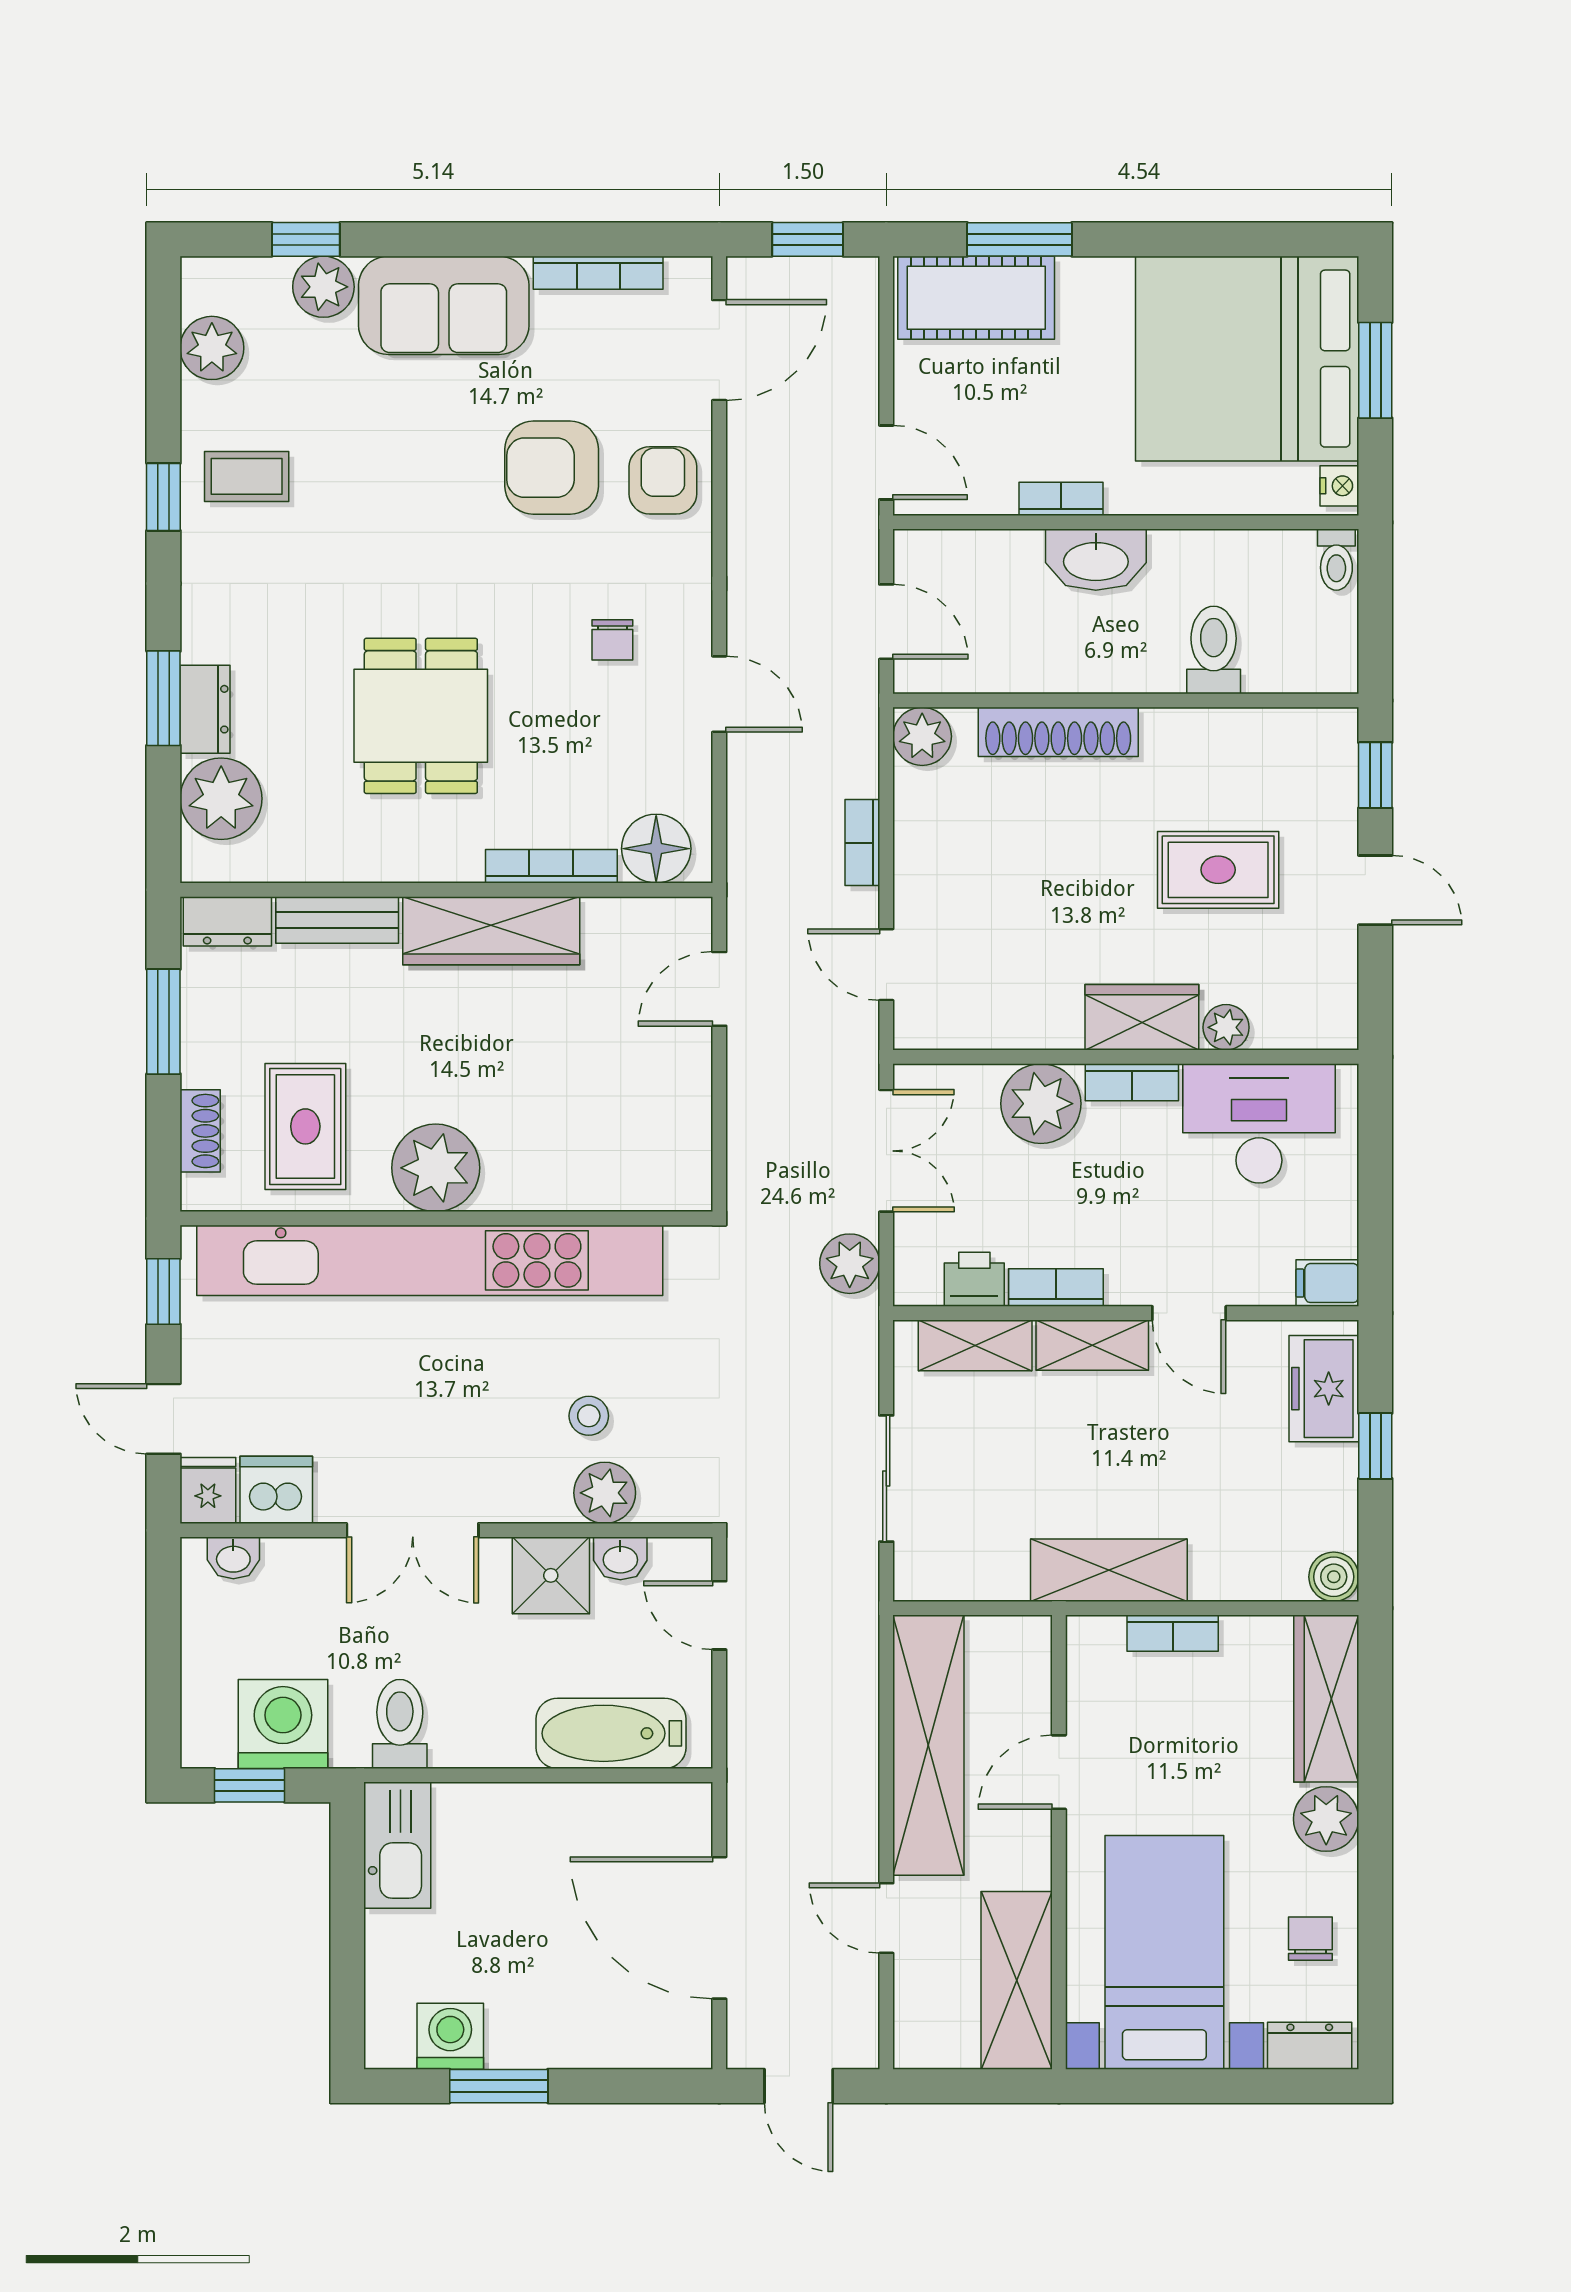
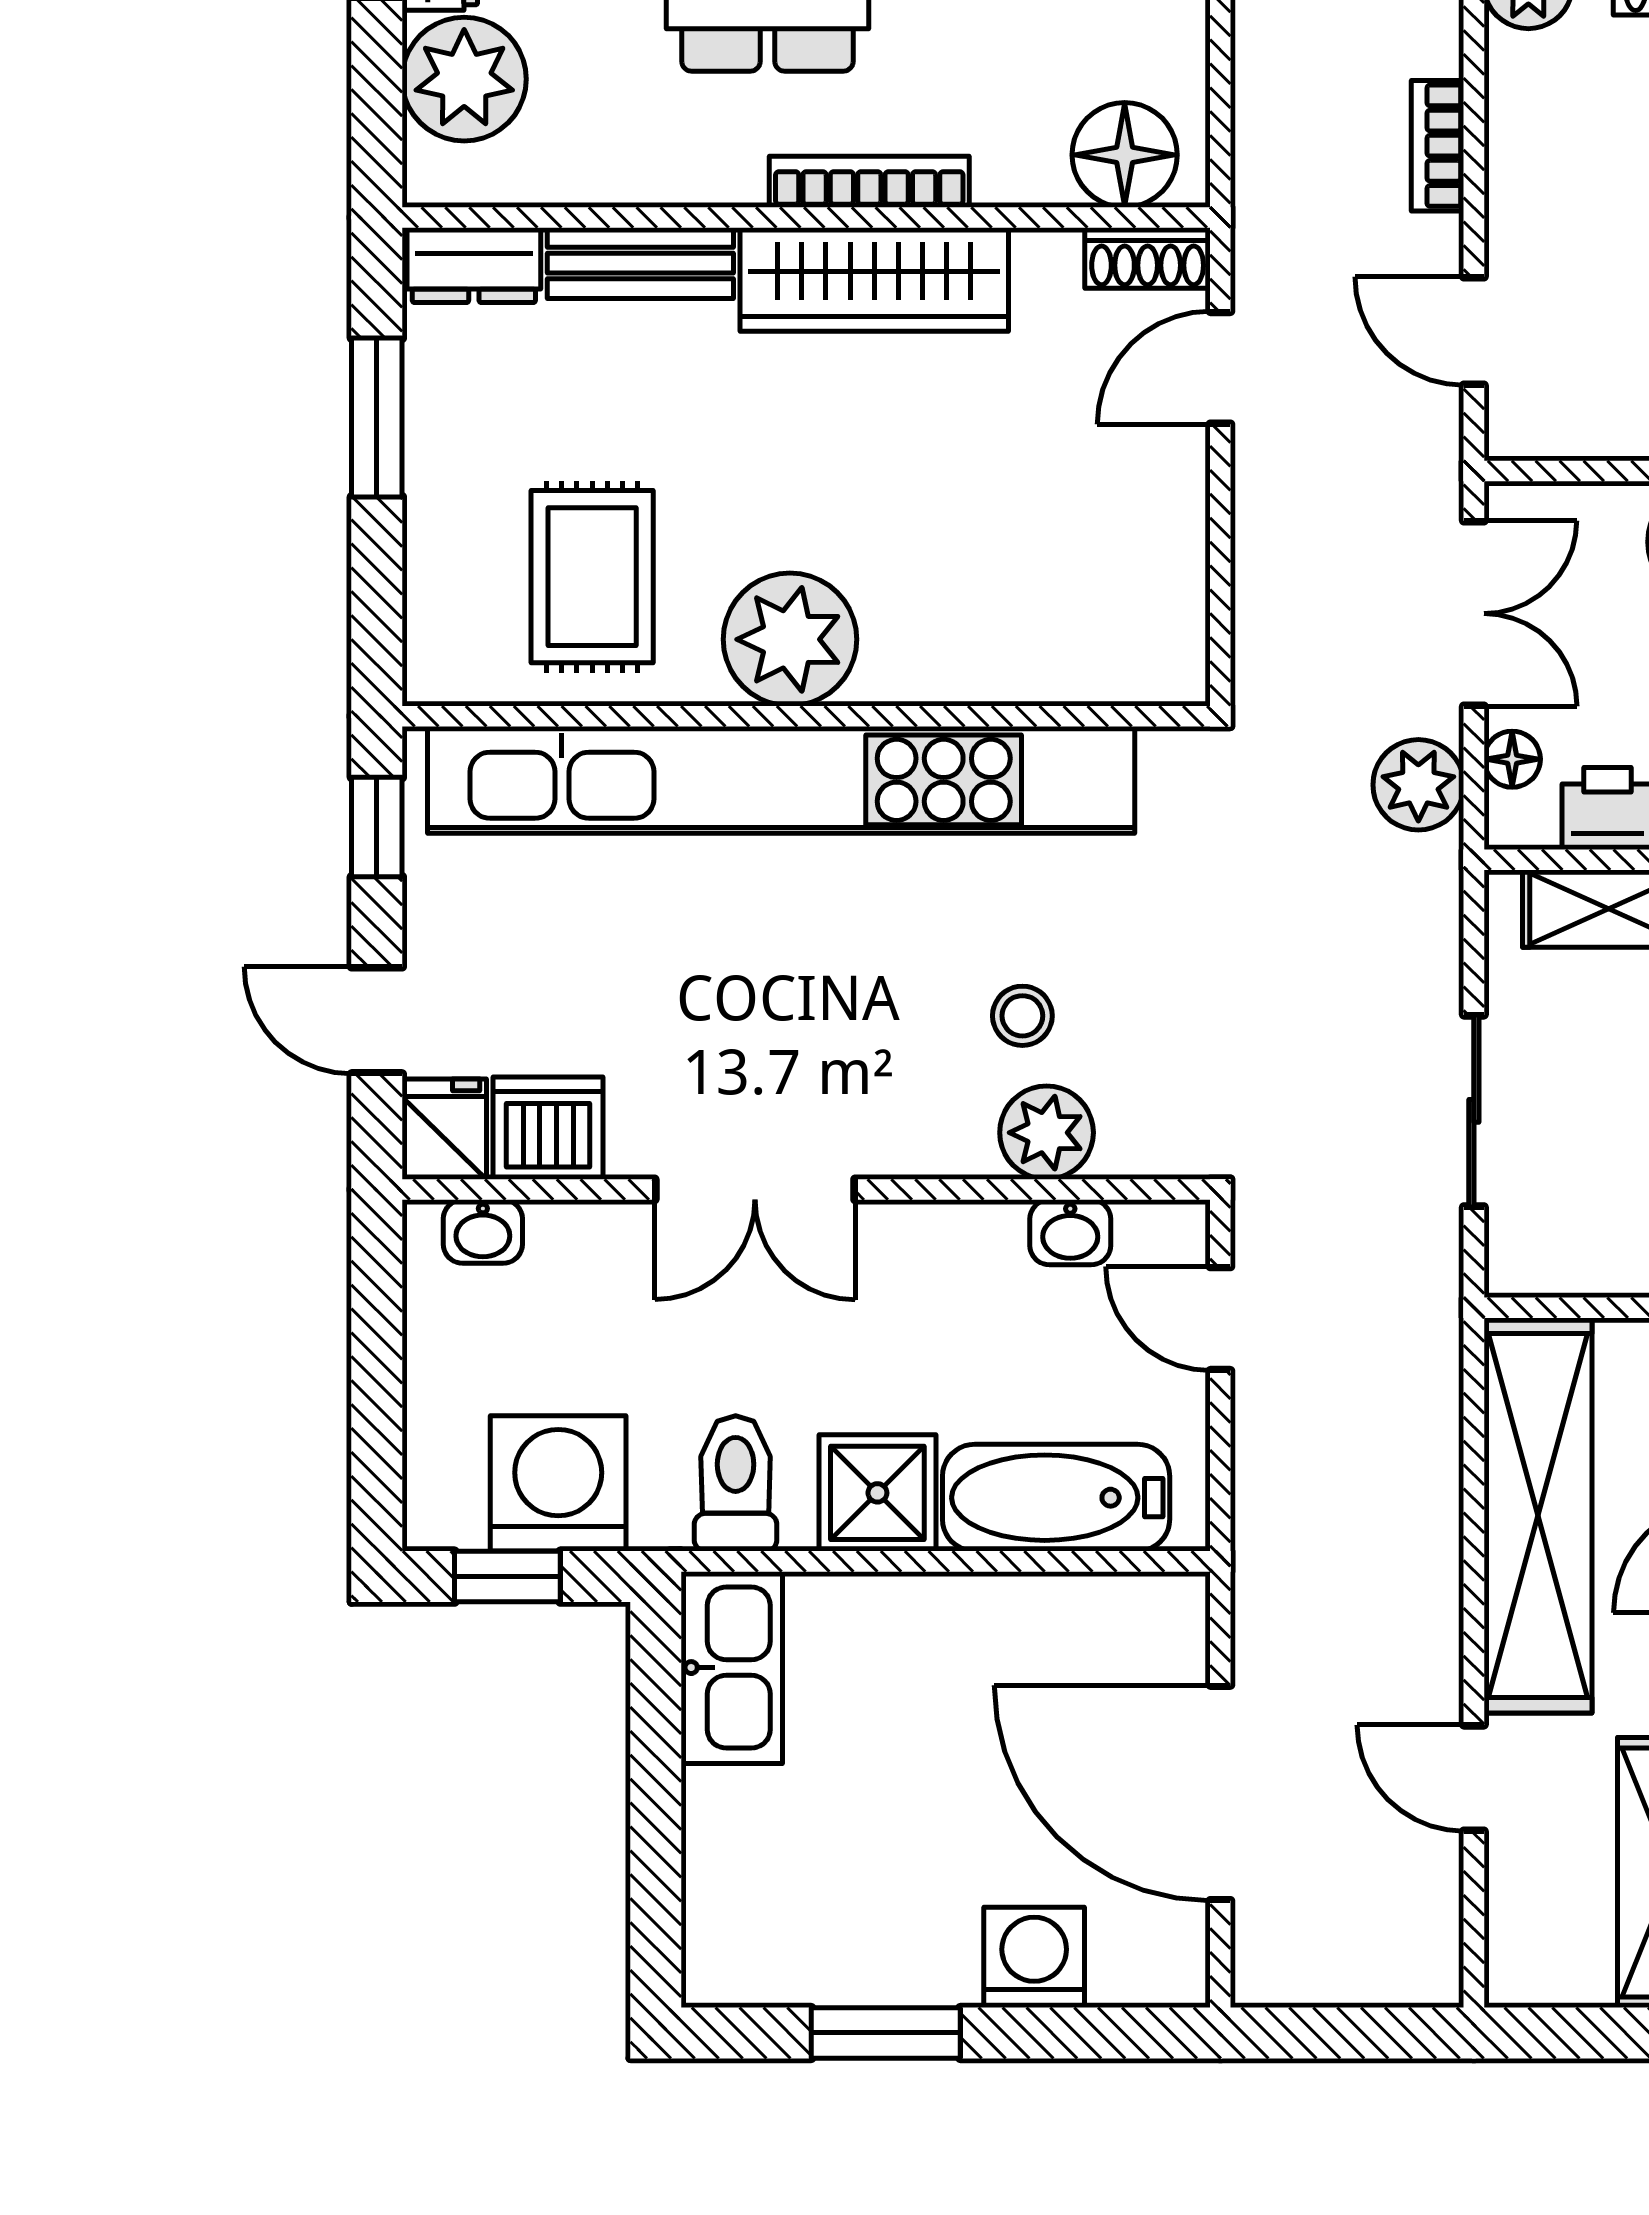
bookcase: (551, 866) -> (869, 182), moved
shoe rack: (200, 1131) -> (1148, 258), moved, turned 90
floor lamp: (911, 1247) -> (1512, 759), added
shower: (551, 1575) -> (877, 1493), moved
washing machine: (450, 2036) -> (1034, 1957), moved
door: (799, 2086) -> (1341, 2033), removed

